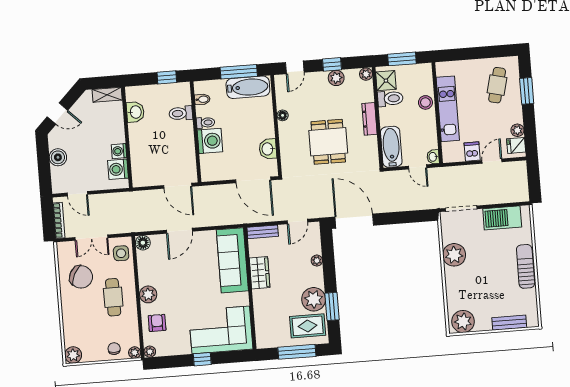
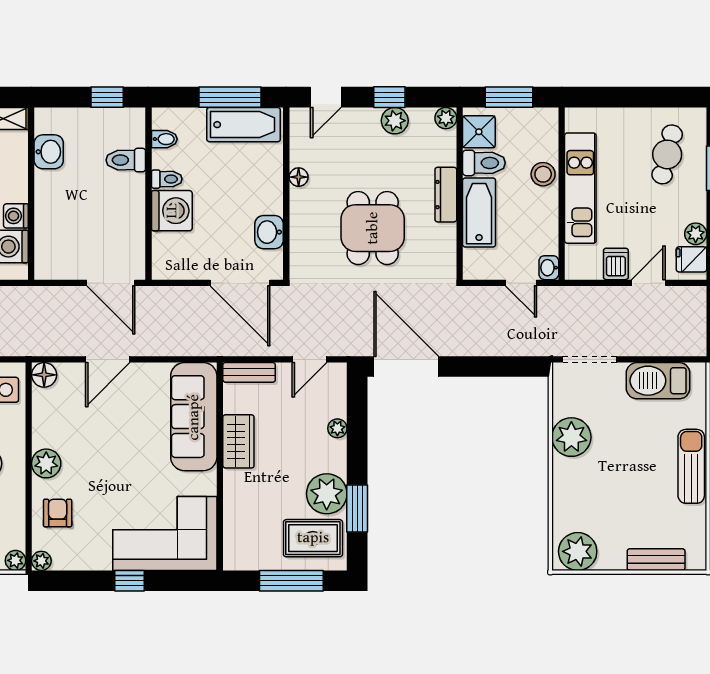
bathtub: (391, 147) -> (479, 213), moved

